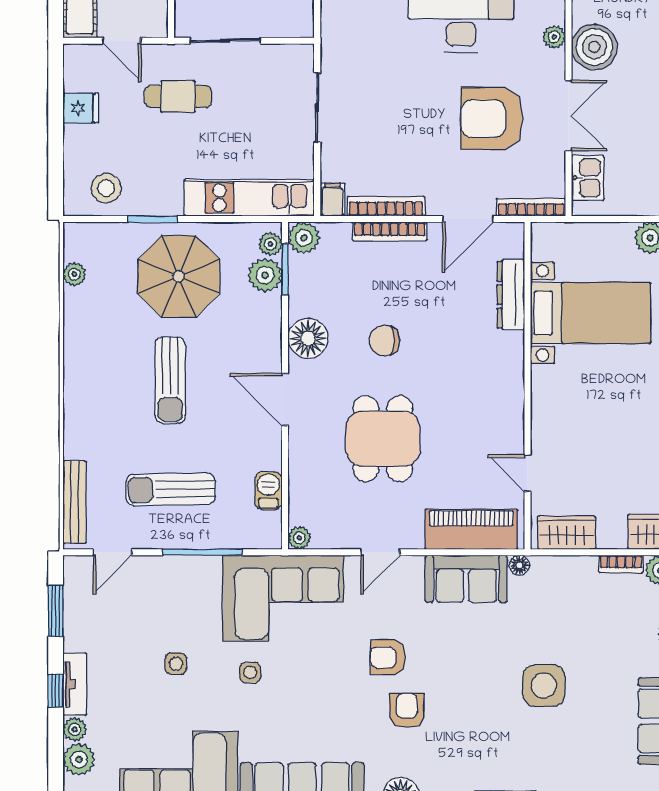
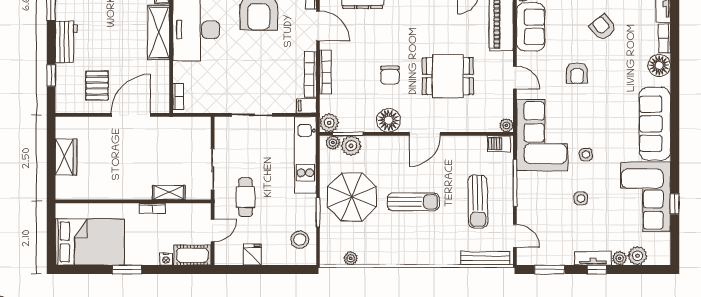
barbecue: (268, 491) -> (499, 144), moved
armchair: (407, 711) -> (603, 27), moved, turned 50

